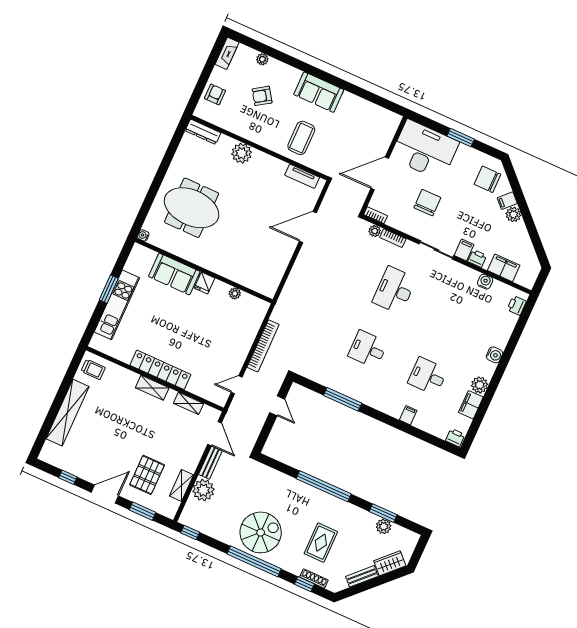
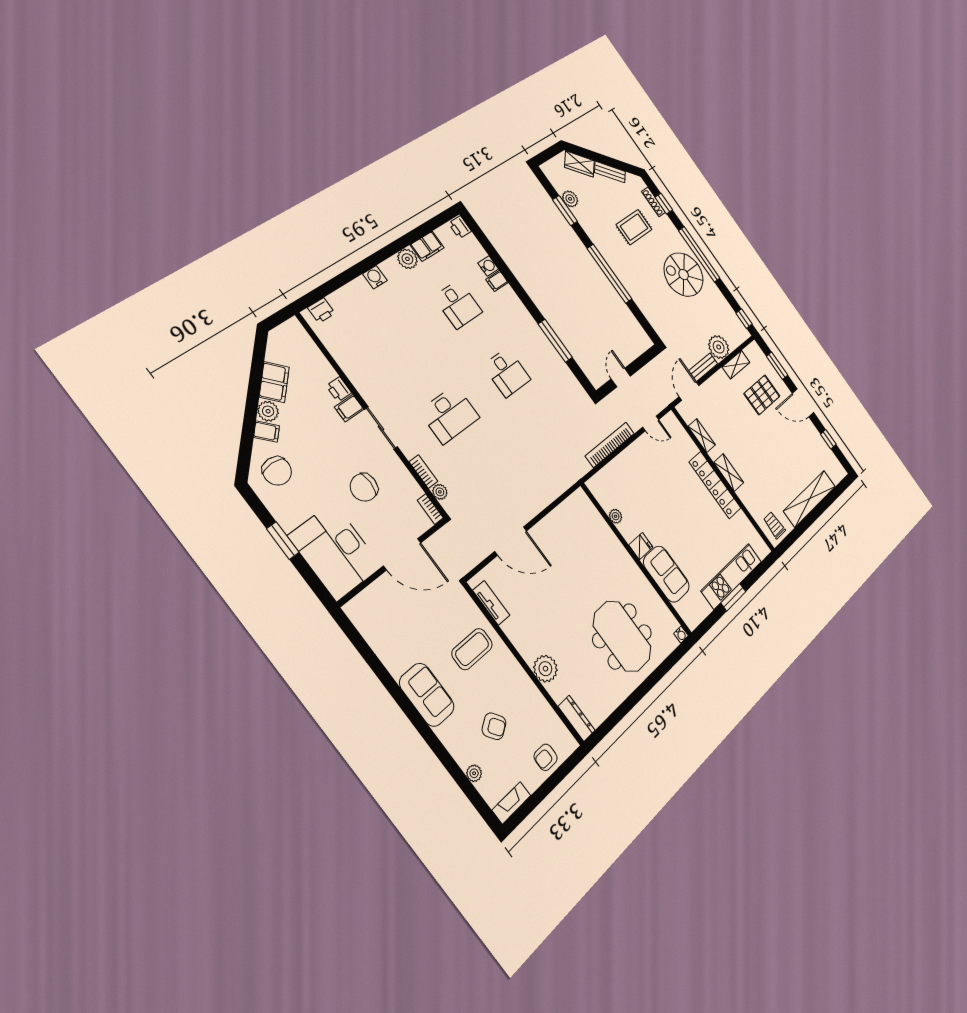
filing cabinet: (504, 268) -> (274, 382), moved, turned -135
water cooler: (485, 282) -> (488, 266), moved, turned 180

